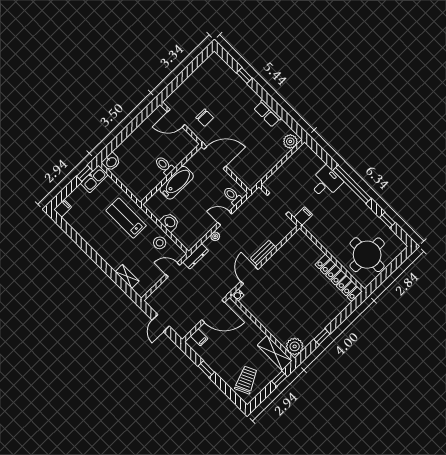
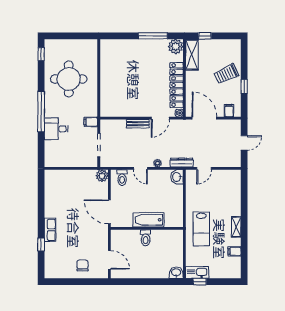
row of seats: (267, 113) -> (50, 230), moved
chair: (205, 118) -> (82, 265), moved
plant: (290, 141) -> (102, 176), moved
filing cabinet: (63, 208) -> (235, 251), moved
window: (387, 220) -> (41, 54), moved
washbasin: (170, 222) -> (177, 177), moved
stool: (160, 243) -> (196, 193), removed
round table: (367, 255) -> (69, 79), moved
door: (173, 270) -> (204, 168), hinge flipped
shelving: (127, 276) -> (236, 227), moved
locker: (338, 278) -> (177, 85), moved, turned 180
window: (322, 337) -> (153, 36), width x2.17
trolley: (246, 380) -> (226, 74), moved

